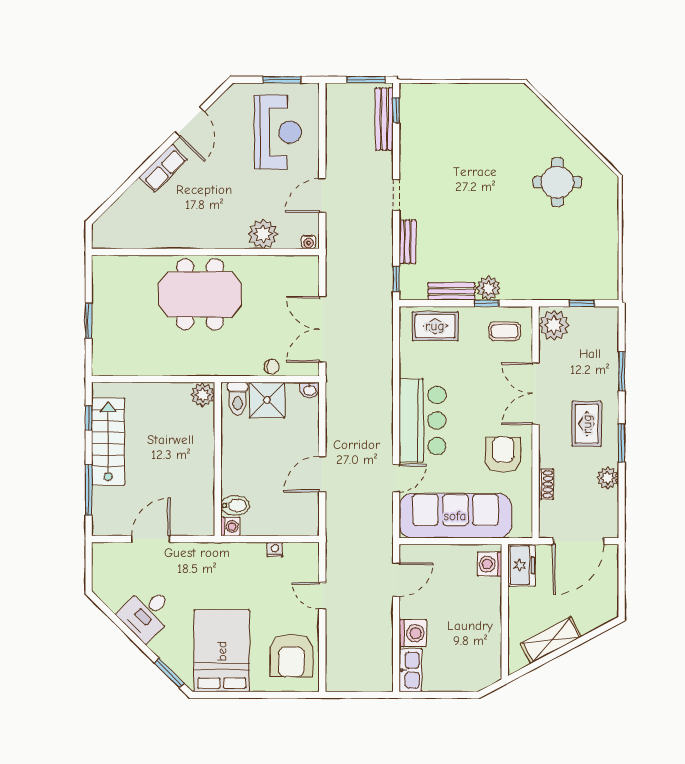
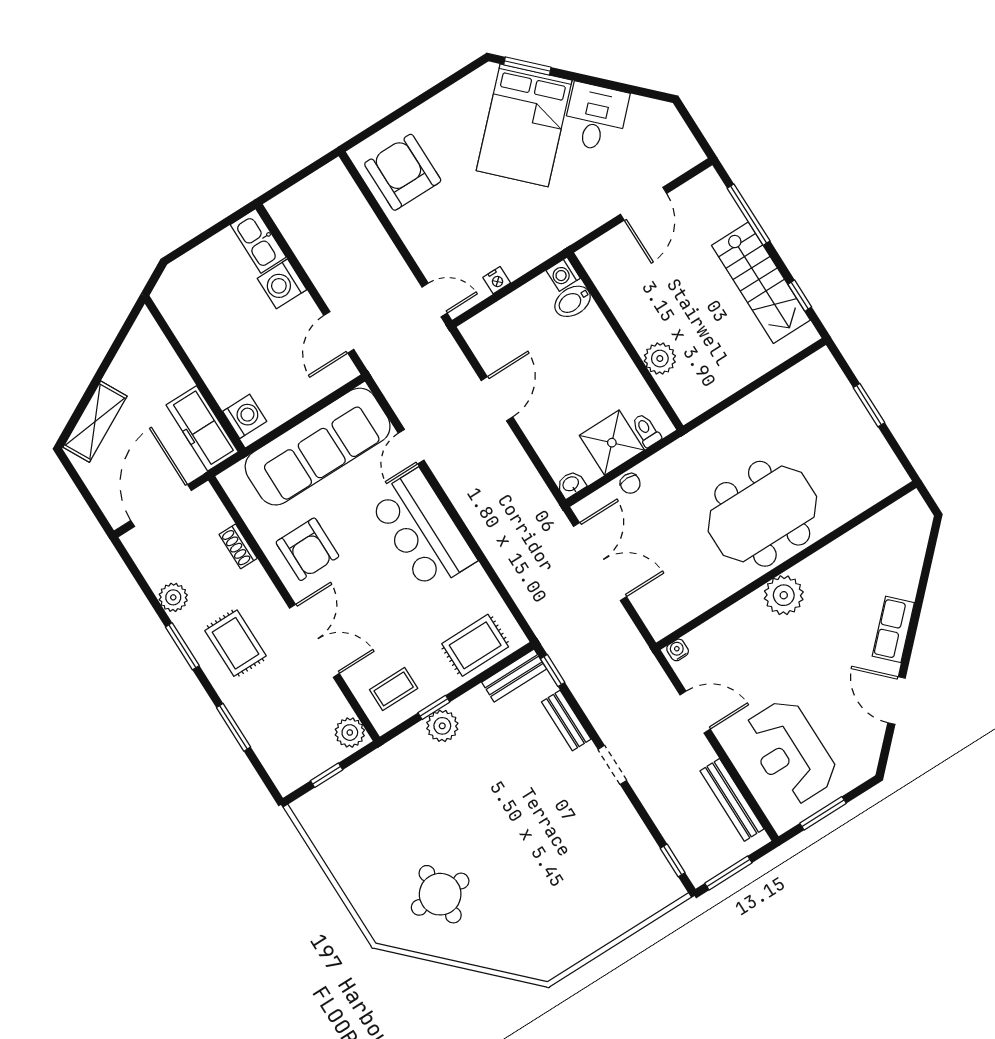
bench: (384, 119) -> (732, 800), moved
door: (322, 195) -> (695, 712), hinge flipped
plant: (263, 234) -> (784, 595), moved
bench: (451, 291) -> (514, 676), moved
plant: (554, 325) -> (350, 733), width x0.73, depth x0.73
chair: (272, 367) -> (630, 483), turned -90
plant: (203, 395) -> (660, 359), moved
toilet: (238, 399) -> (646, 430), width x0.73, depth x0.72
freezer: (522, 565) -> (202, 428), width x1.40
door: (322, 596) -> (435, 300), moved
shelving: (551, 640) -> (95, 422), moved
bed: (222, 651) -> (524, 125), moved, turned 45

